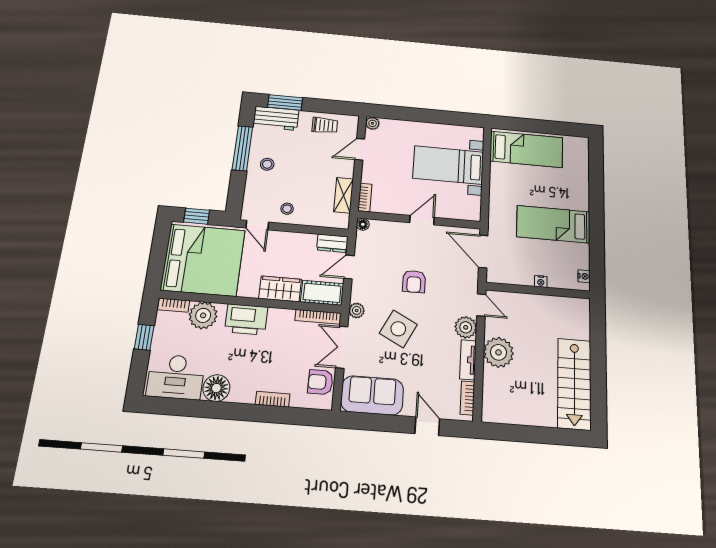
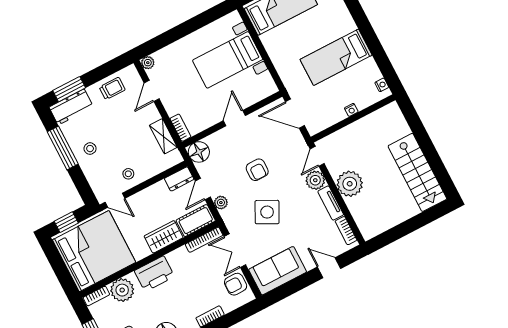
floor lamp: (363, 224) -> (199, 152), width x1.89, depth x1.89
door: (481, 305) -> (317, 156), swing flipped
plant: (357, 310) -> (221, 203), moved

